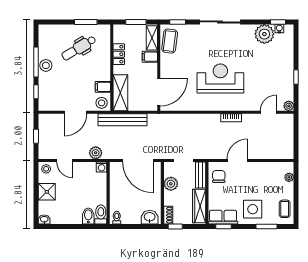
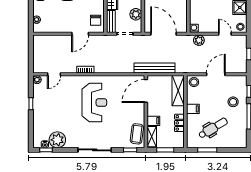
stool: (46, 65) -> (233, 102), moved
reception desk: (220, 79) -> (94, 103), turned -90
filing cabinet: (103, 87) -> (193, 109), moved
bench: (123, 120) -> (155, 68), moved

